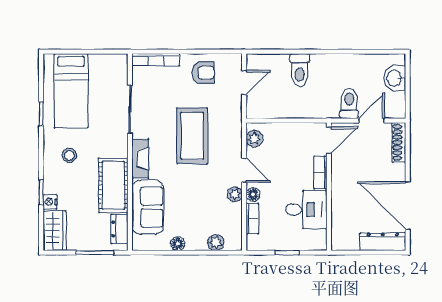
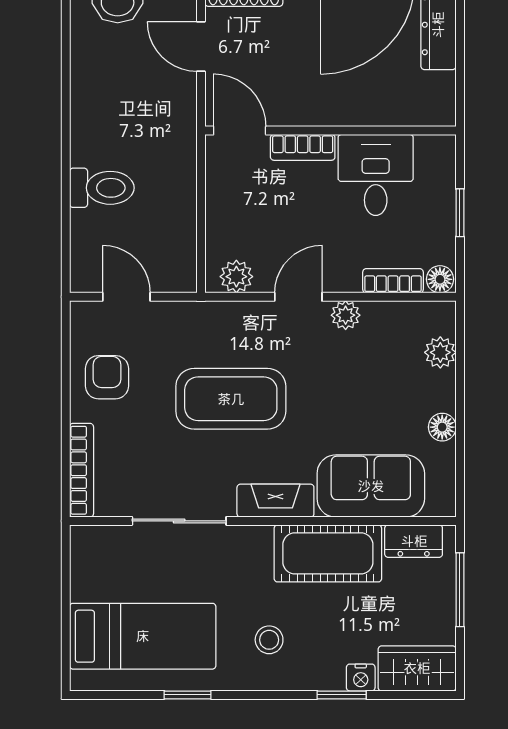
toilet: (349, 103) -> (167, 91), removed
floor lamp: (253, 194) -> (440, 279), moved

